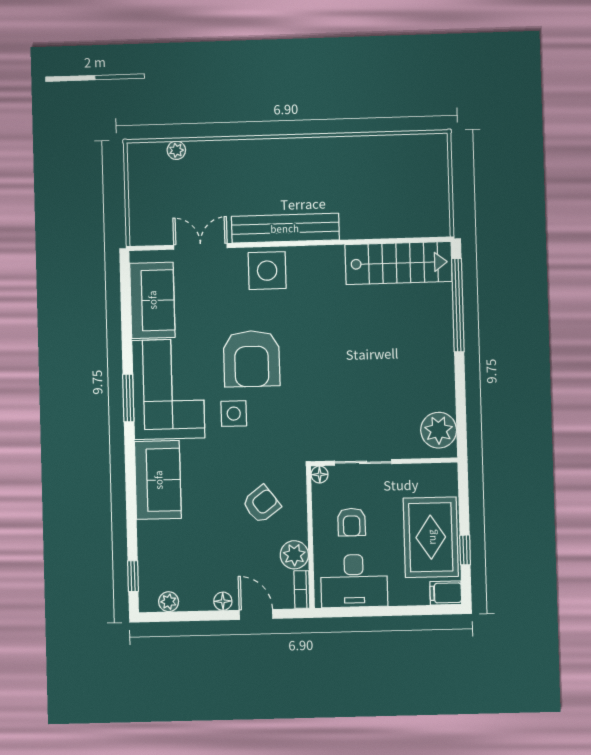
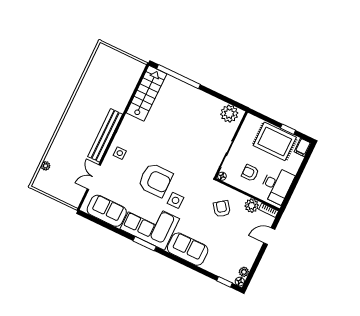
side table: (267, 271) -> (120, 153), width x0.54, depth x0.54
armchair: (352, 522) -> (250, 173), turned 180
floor lamp: (223, 601) -> (240, 282), moved

